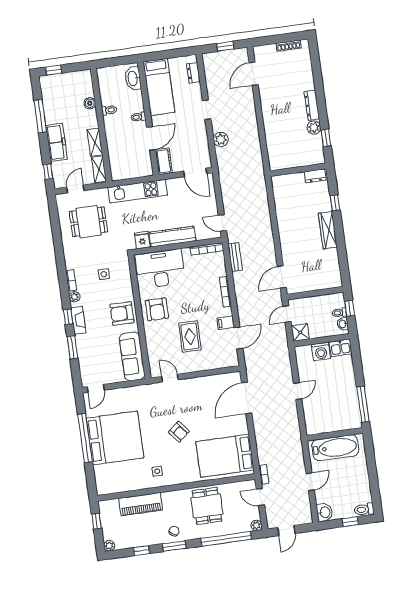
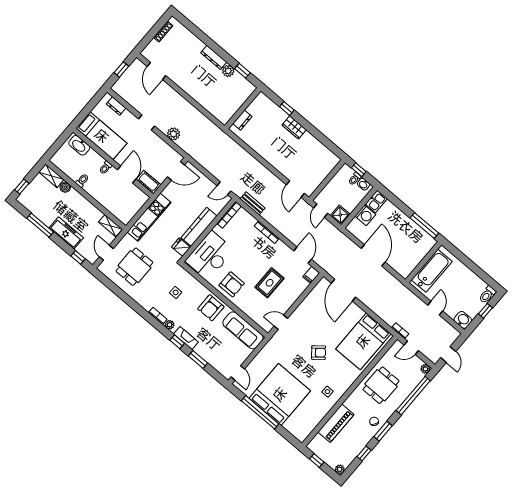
shelving: (95, 142) -> (51, 176), moved
dresser: (315, 176) -> (242, 120), moved
wardrobe: (328, 230) -> (294, 127), width x0.67
filing cabinet: (226, 323) -> (311, 275), moved
rug: (190, 336) -> (270, 283), turned 90
door: (298, 391) -> (373, 255), width x1.88
dining table: (207, 506) -> (381, 385), turned 90

